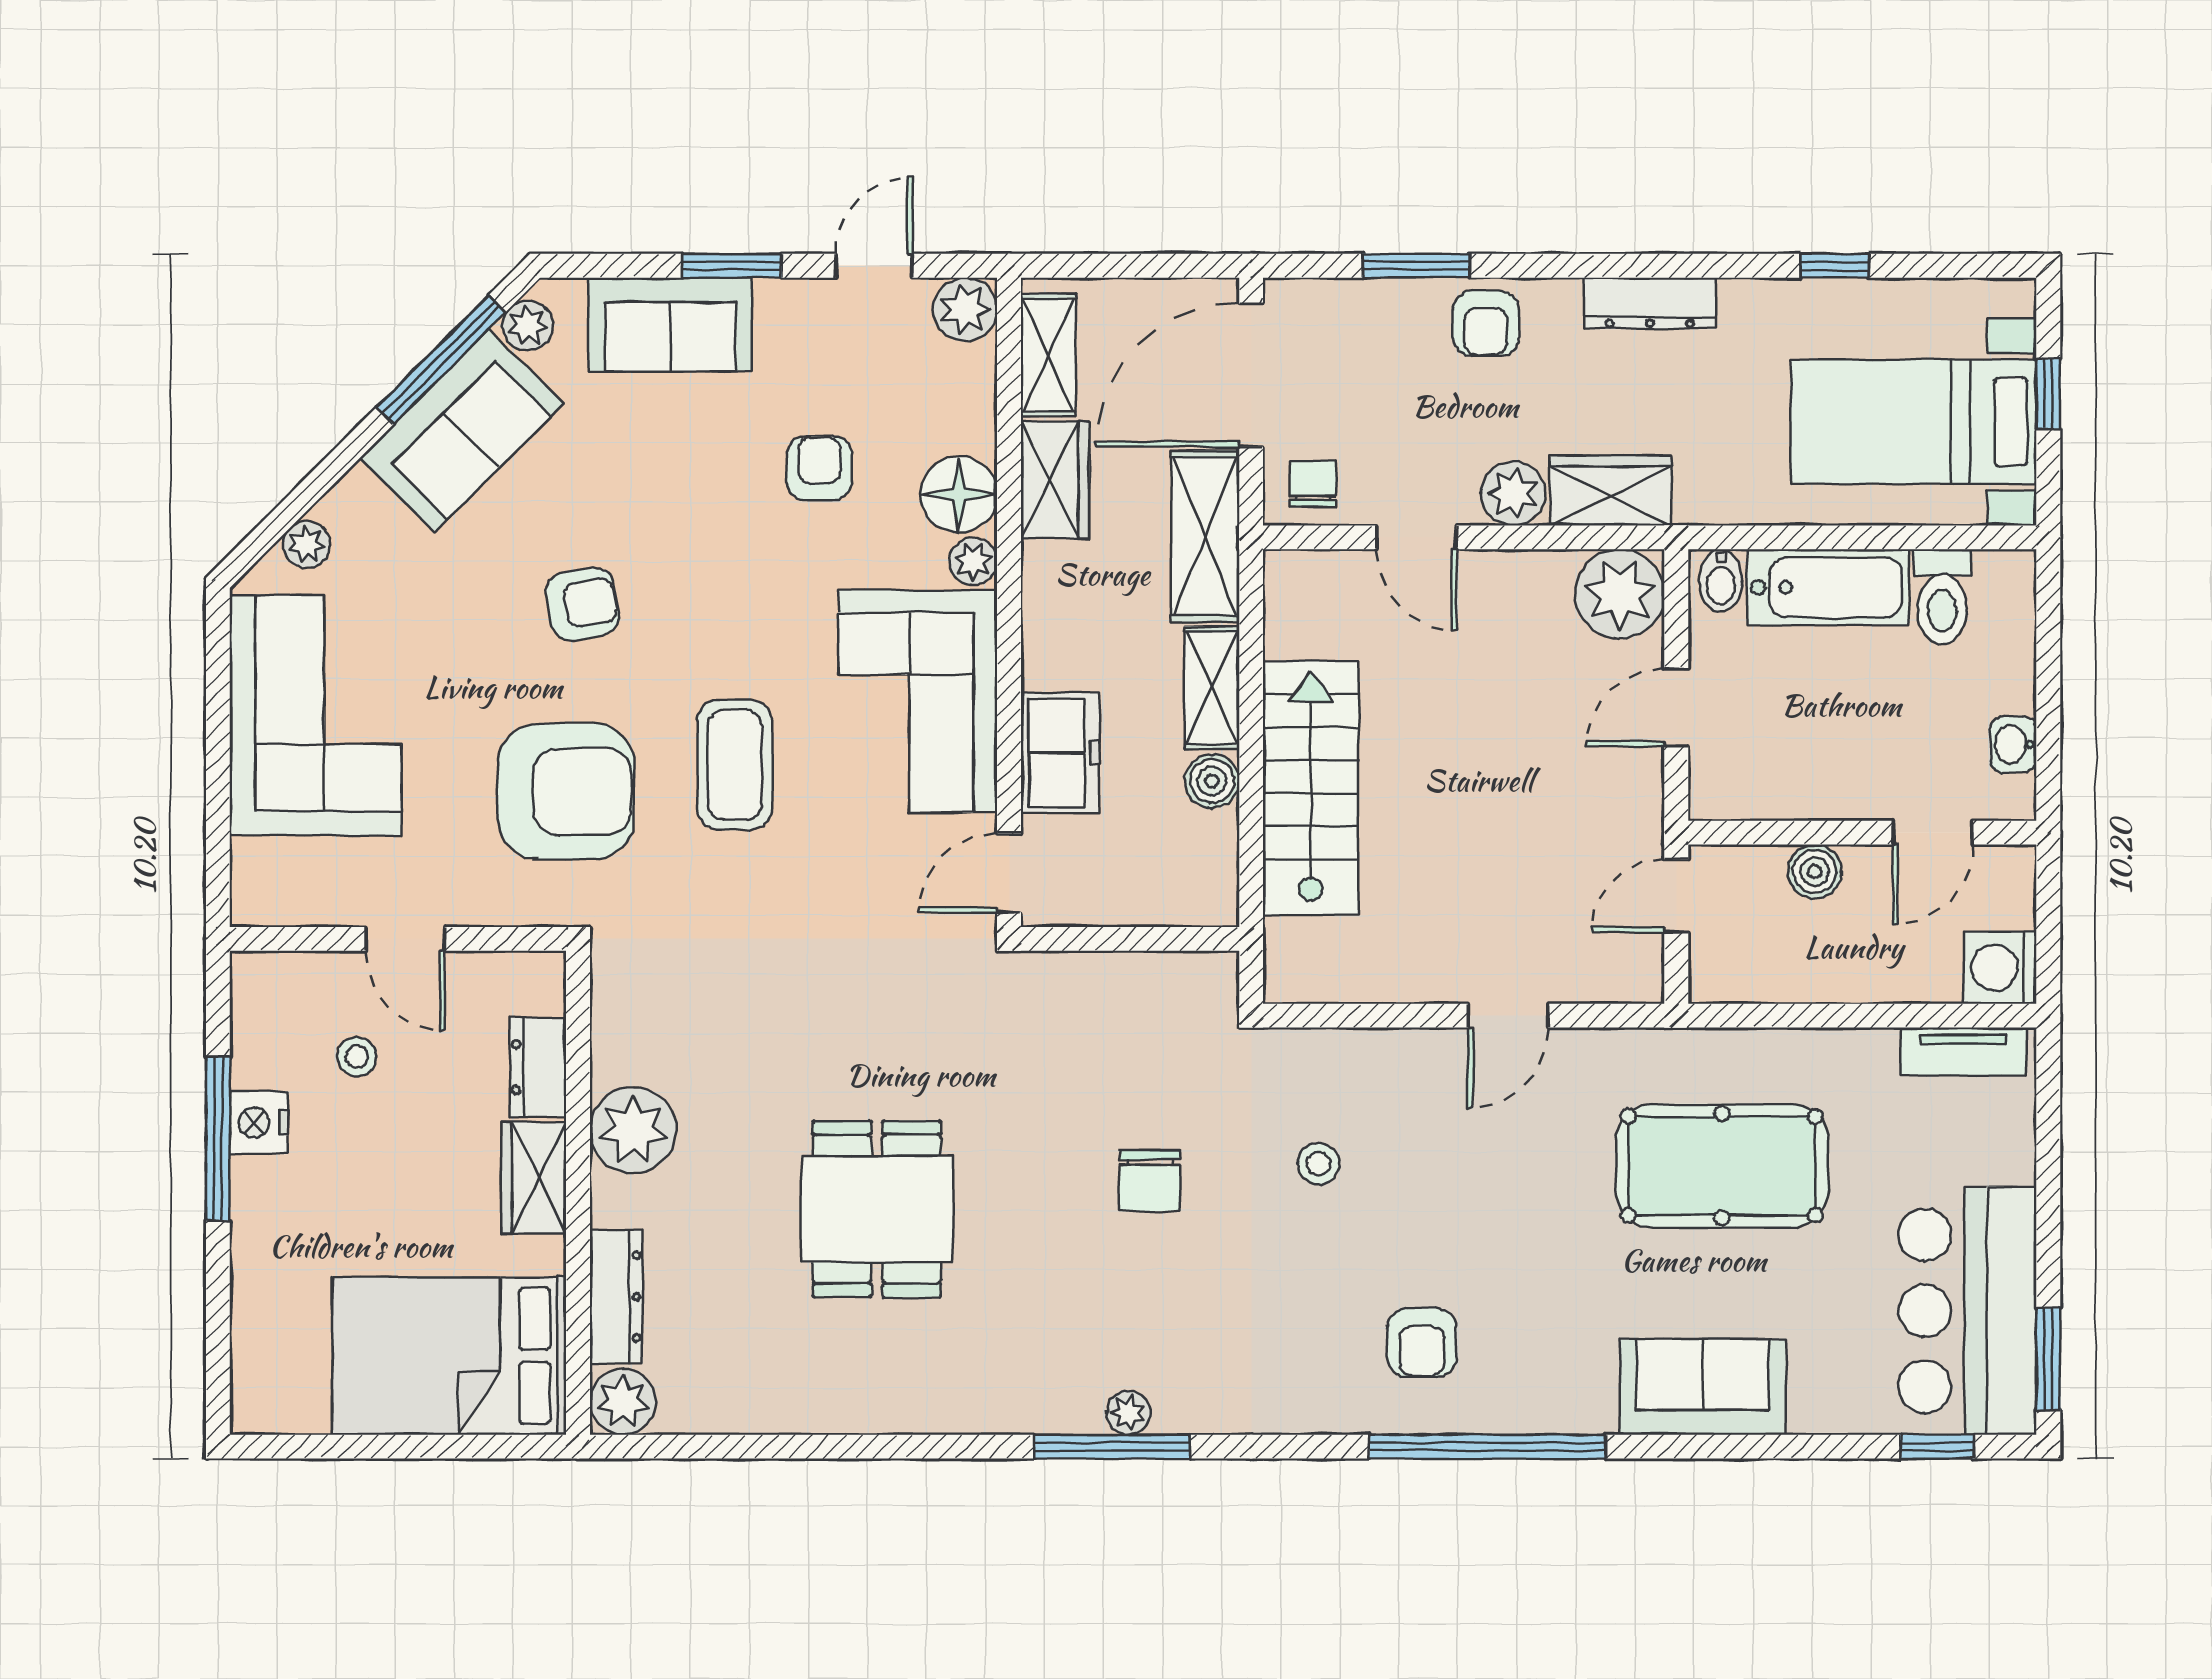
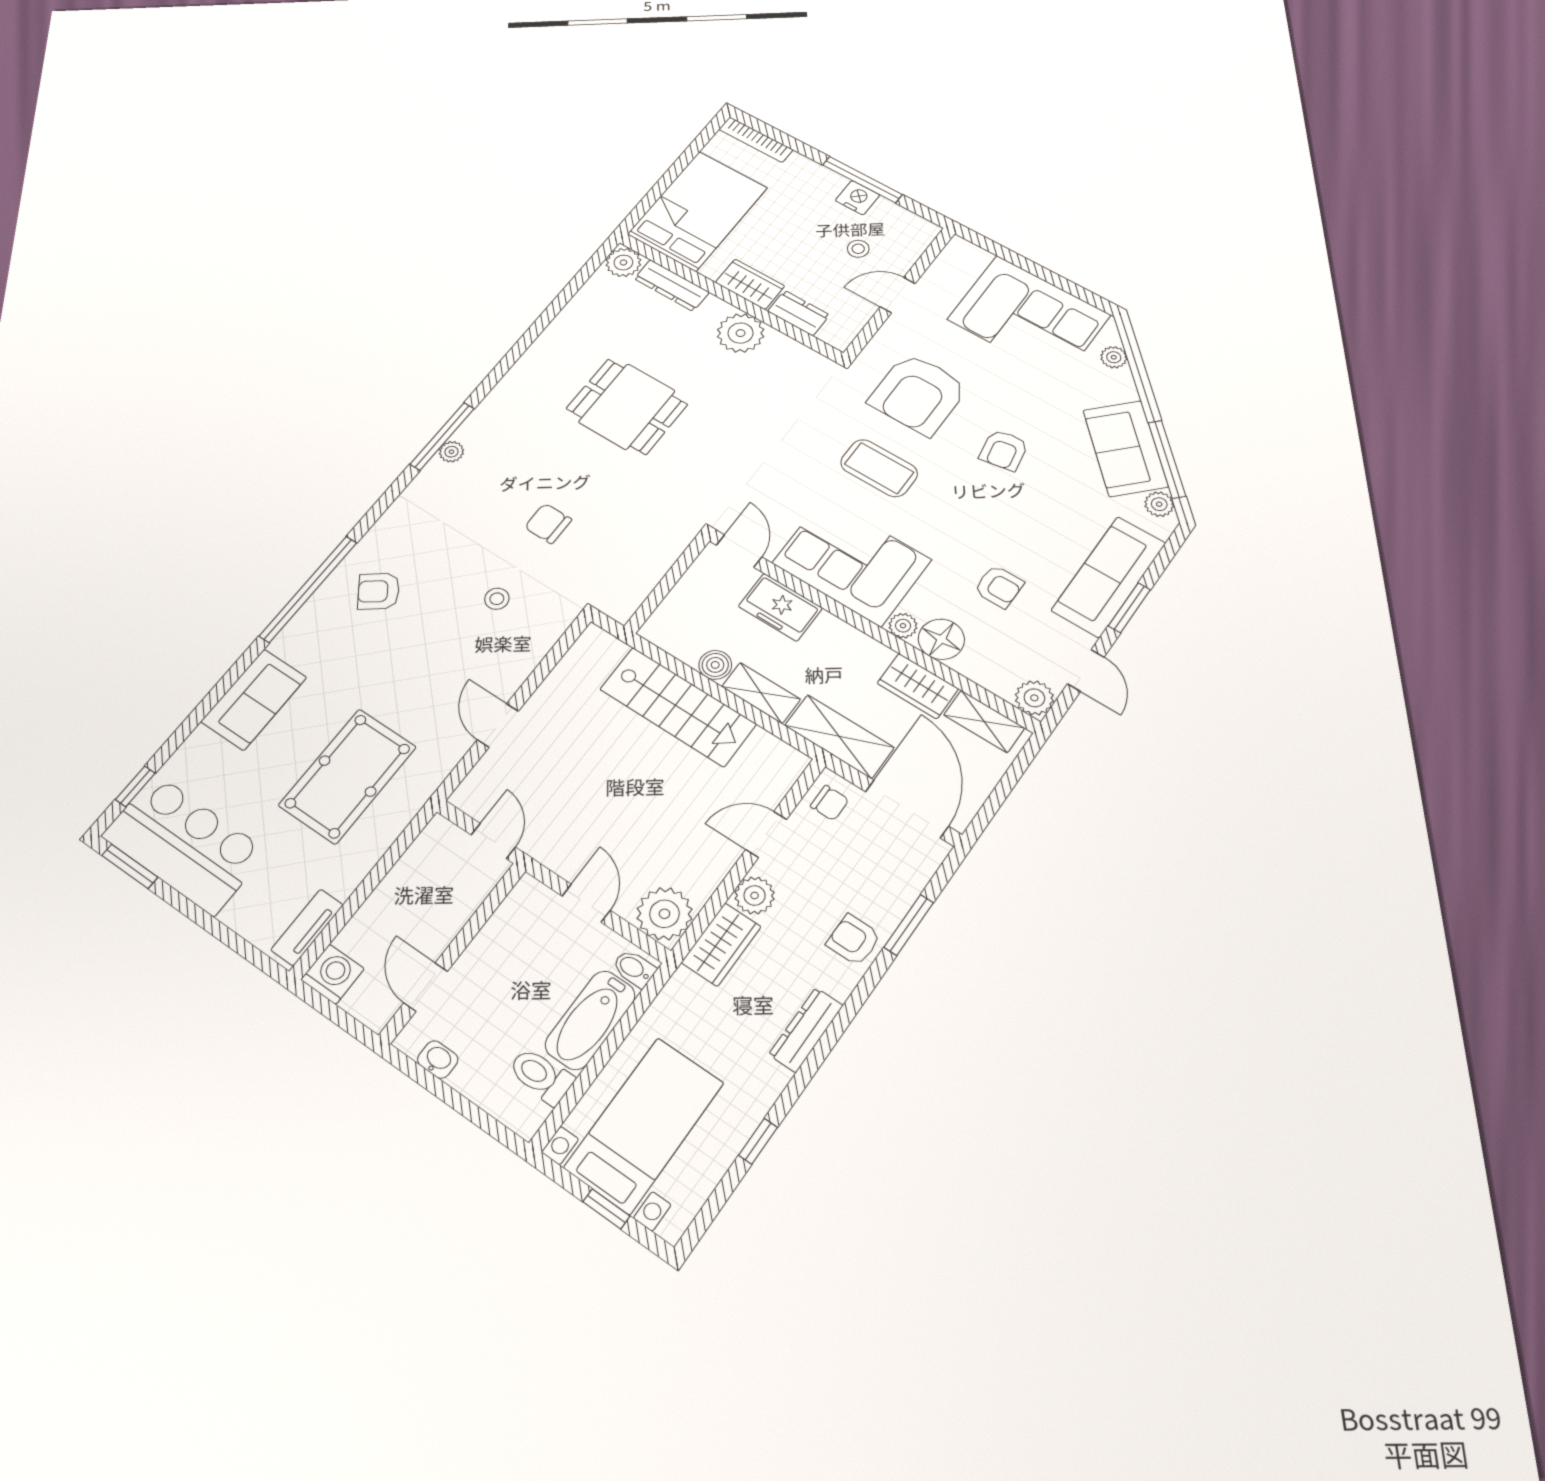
sofa: (670, 325) -> (1109, 577), width x1.36
boiler: (1815, 871) -> (452, 915), removed
armchair: (1422, 1342) -> (379, 591), turned -36
bookcase: (249, 1361) -> (756, 140), added

